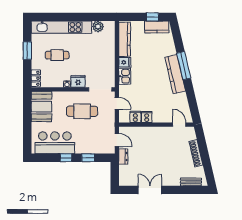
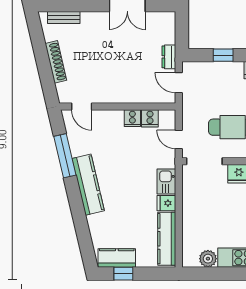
window: (184, 66) -> (65, 156), moved

